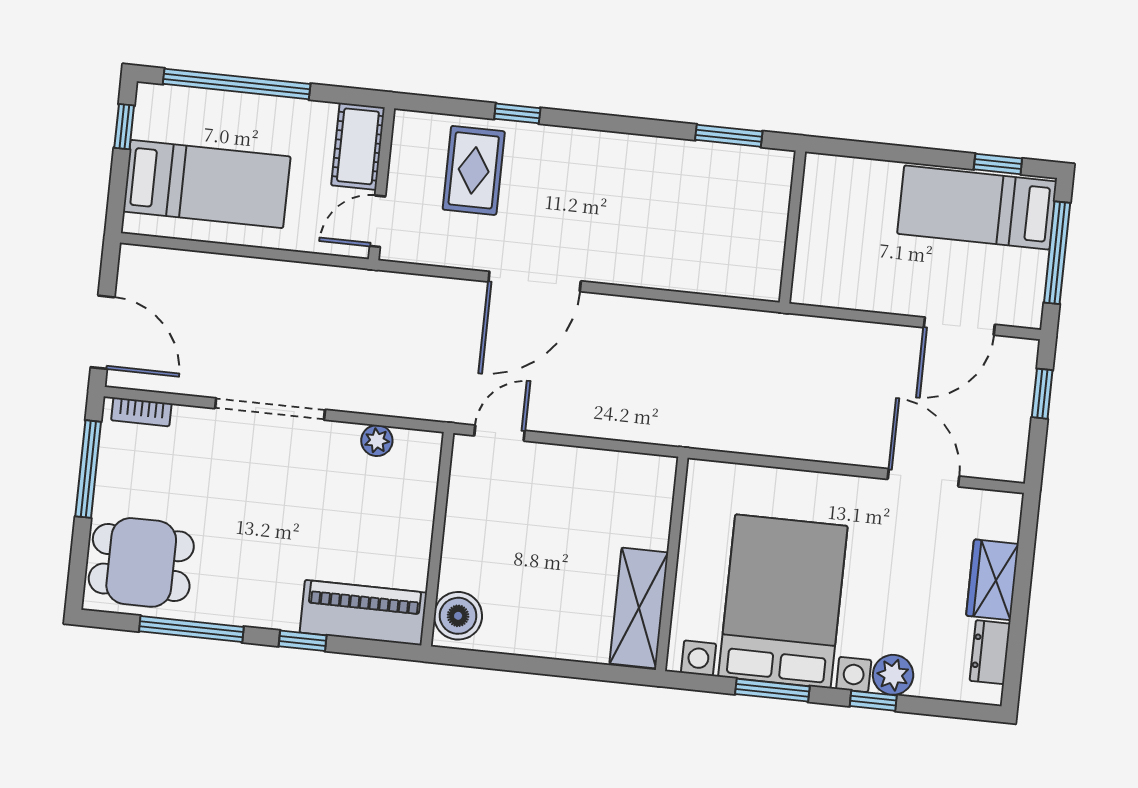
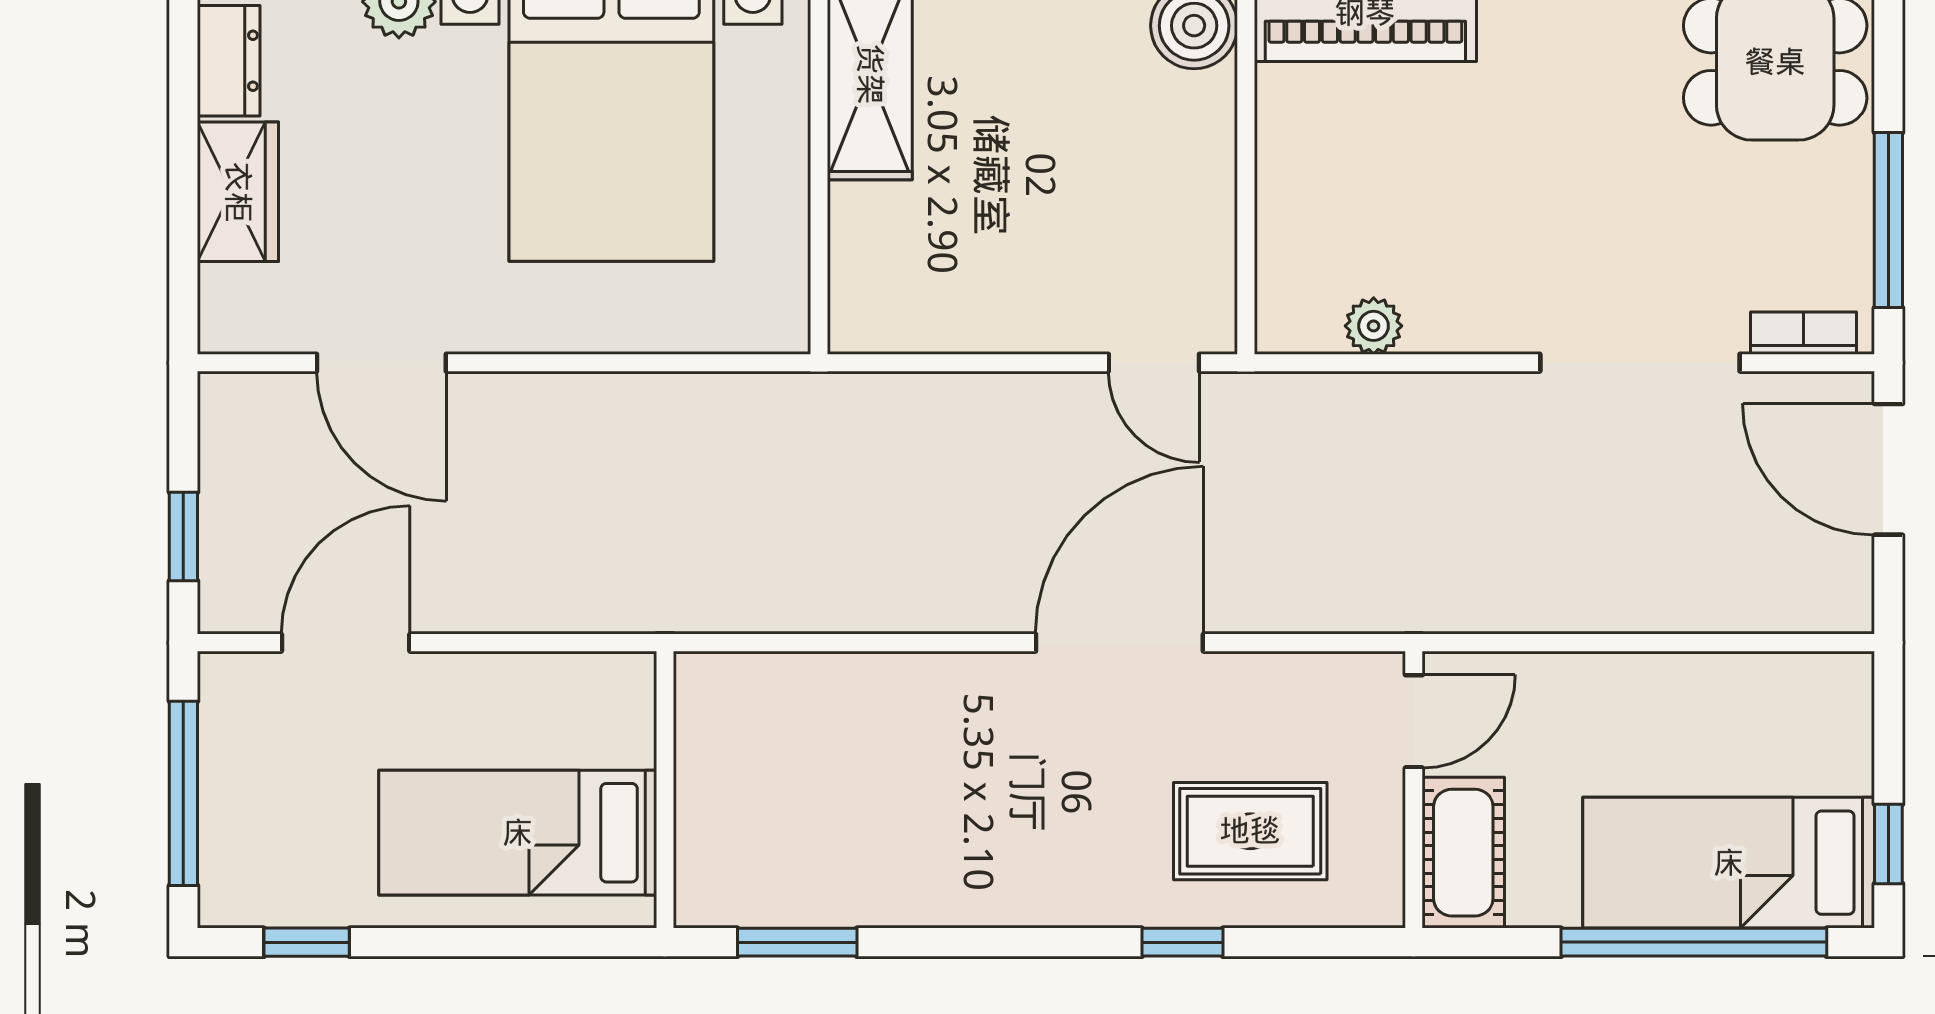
rug: (474, 170) -> (1250, 831), turned 90
bed: (207, 184) -> (1729, 863), moved
bed: (977, 208) -> (518, 833), moved, turned 180
doorway: (270, 409) -> (1640, 363), moved
door: (500, 433) -> (1154, 363), hinge flipped

